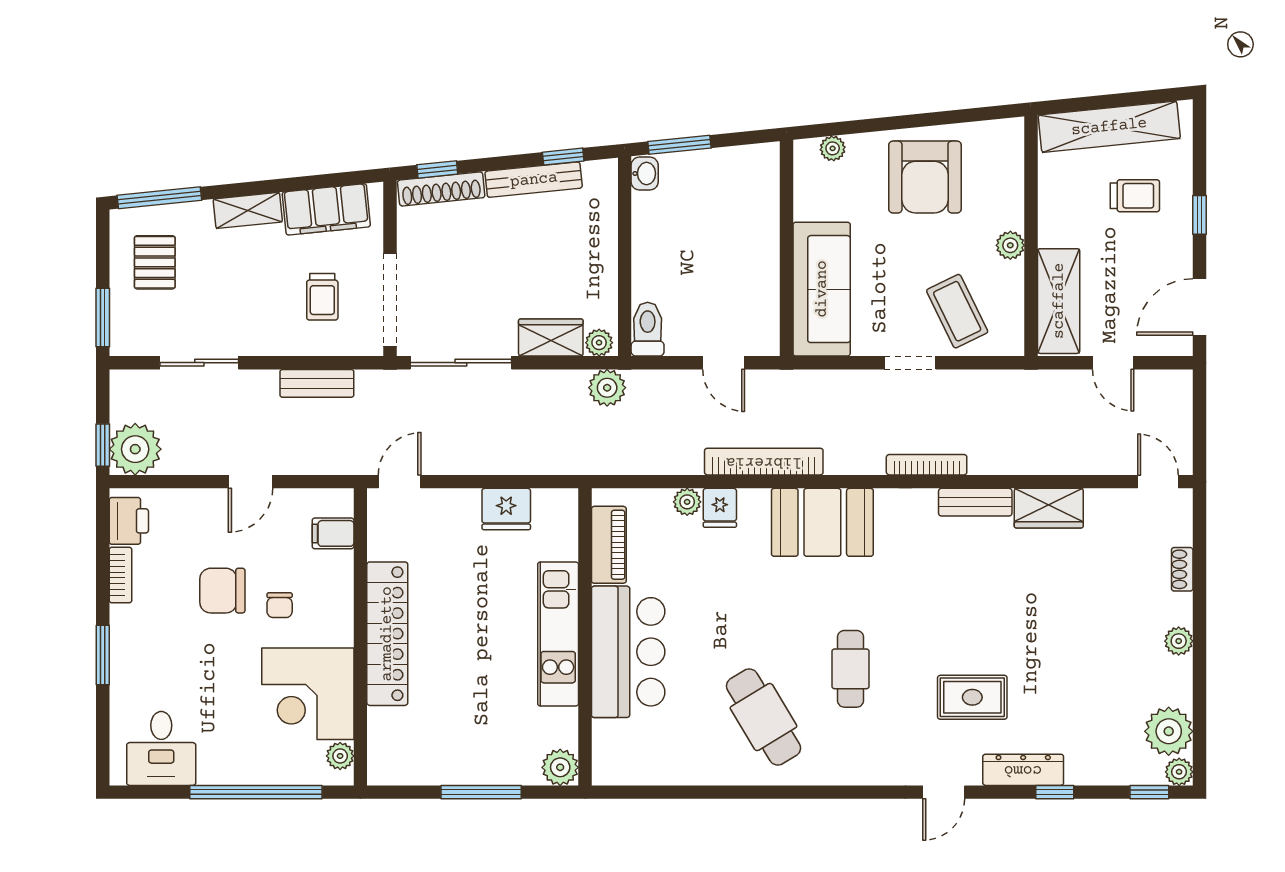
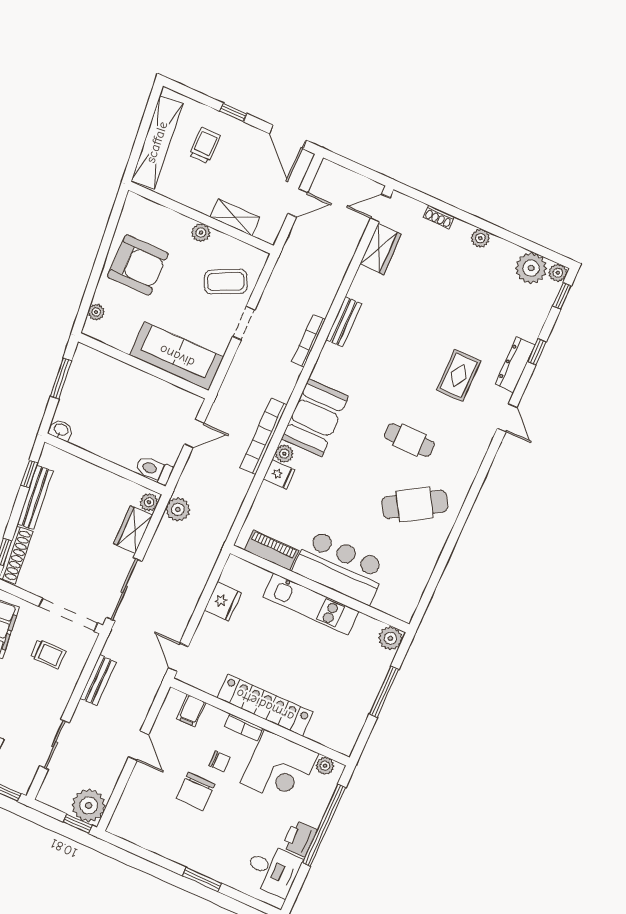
window: (679, 145) -> (61, 379), moved
shelving: (1059, 301) -> (235, 217), width x0.67, depth x0.75
plant: (687, 502) -> (284, 454), moved
wardrobe: (1049, 508) -> (381, 249), moved
printer: (129, 521) -> (300, 838), moved, turned -90
bookcase: (120, 575) -> (243, 727), moved, turned 180

